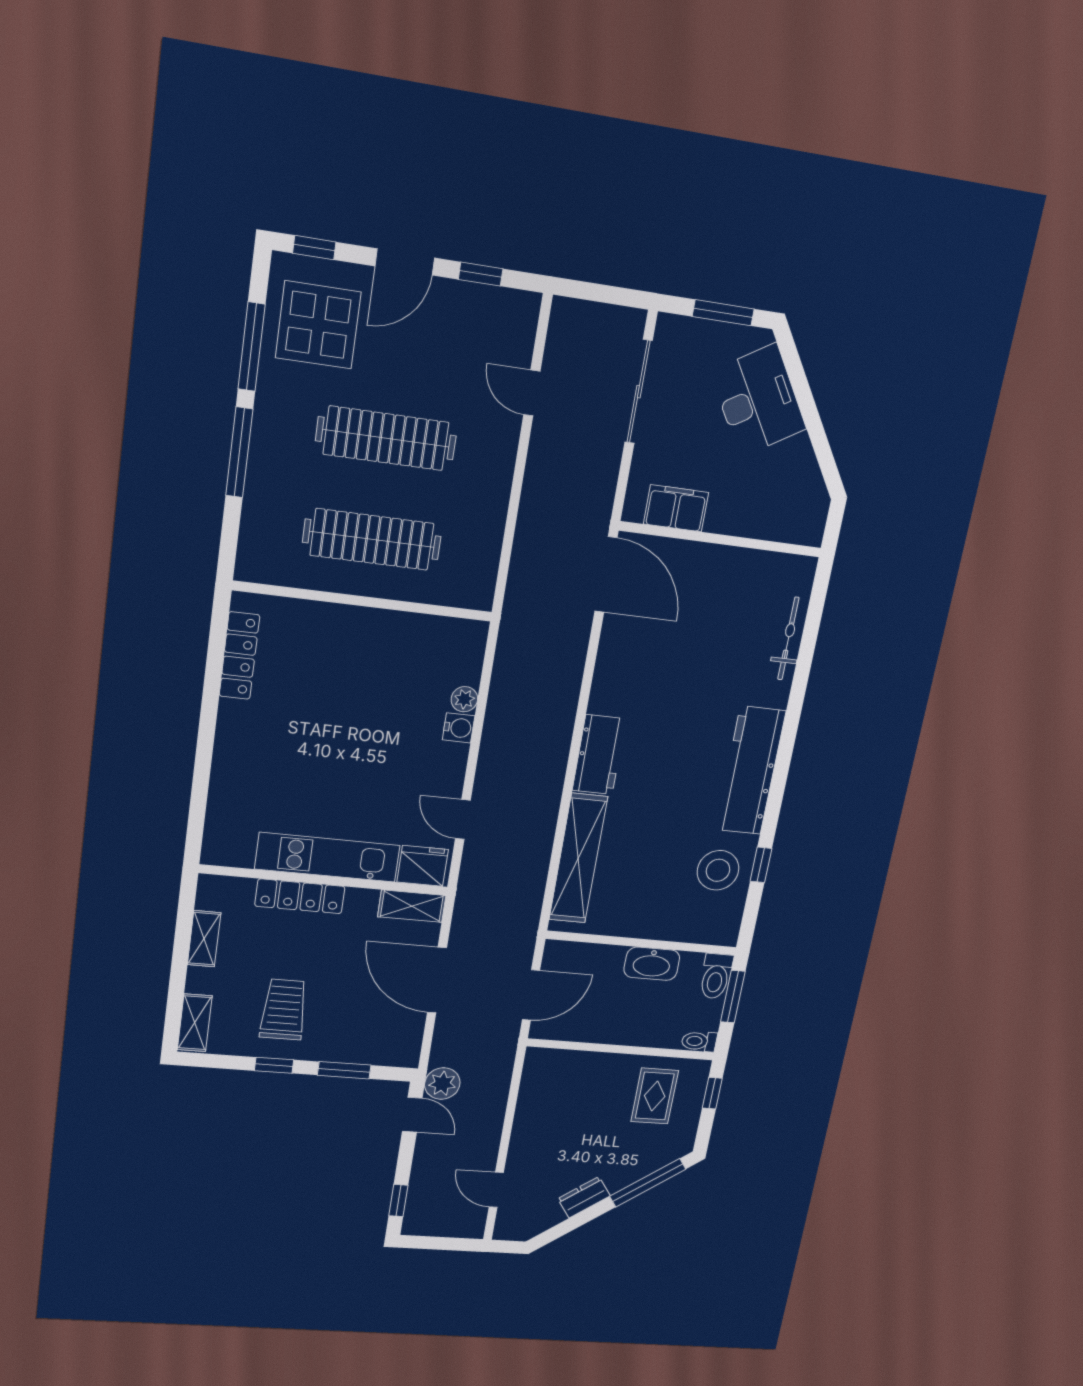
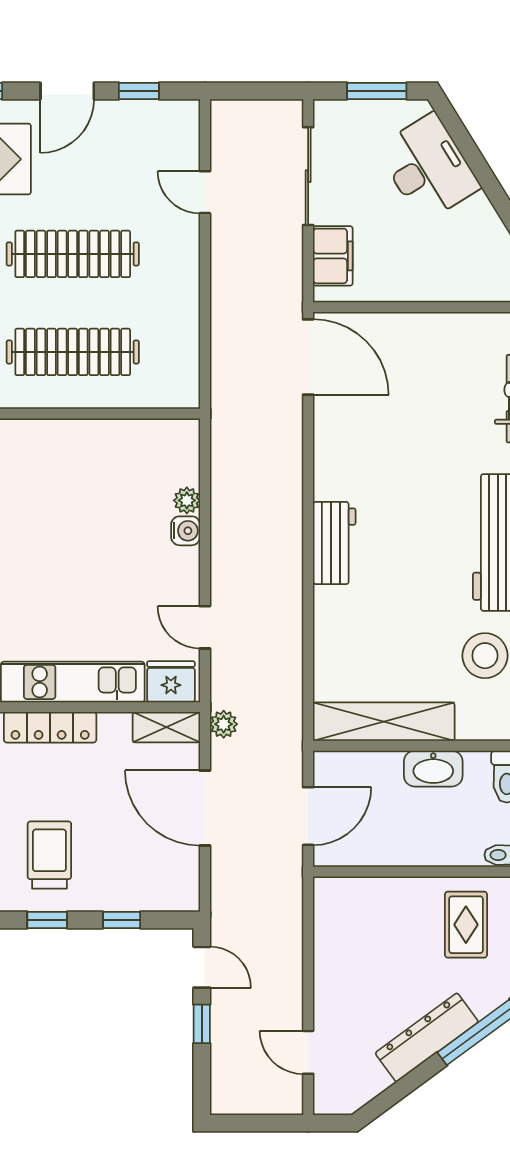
filing cabinet: (676, 508) -> (333, 256), moved, turned 90
shelving: (578, 858) -> (384, 722), moved, turned 90
window: (344, 1070) -> (122, 920), width x0.67
plant: (442, 1084) -> (224, 724), moved, width x0.73, depth x0.73
dresser: (584, 1197) -> (427, 1037), width x1.96, depth x1.24
window: (398, 1200) -> (202, 1024), moved

